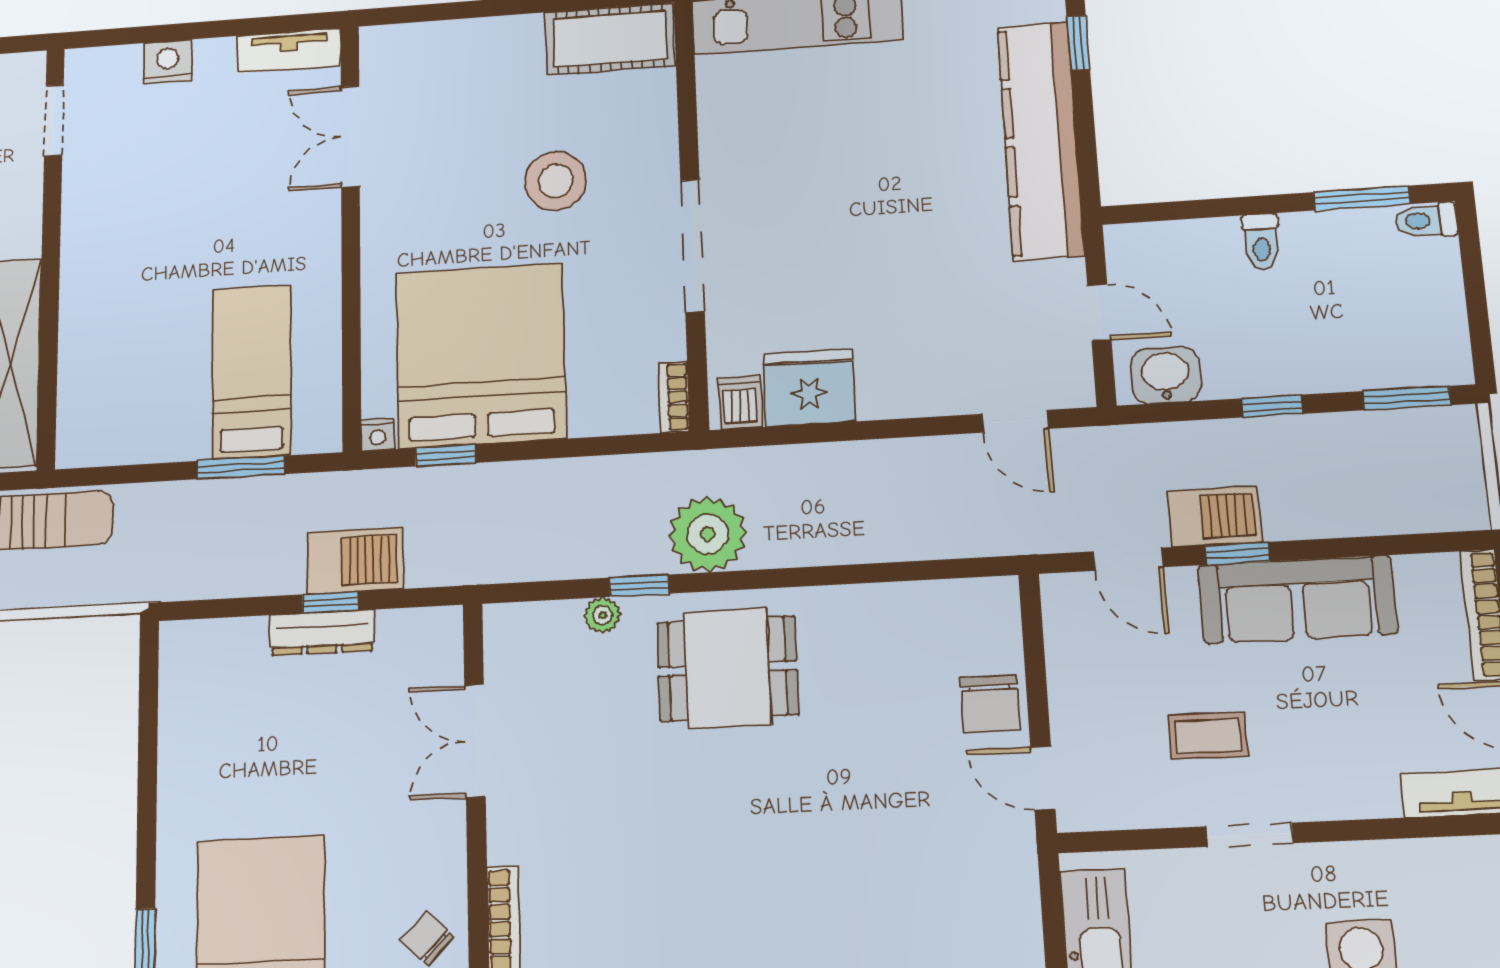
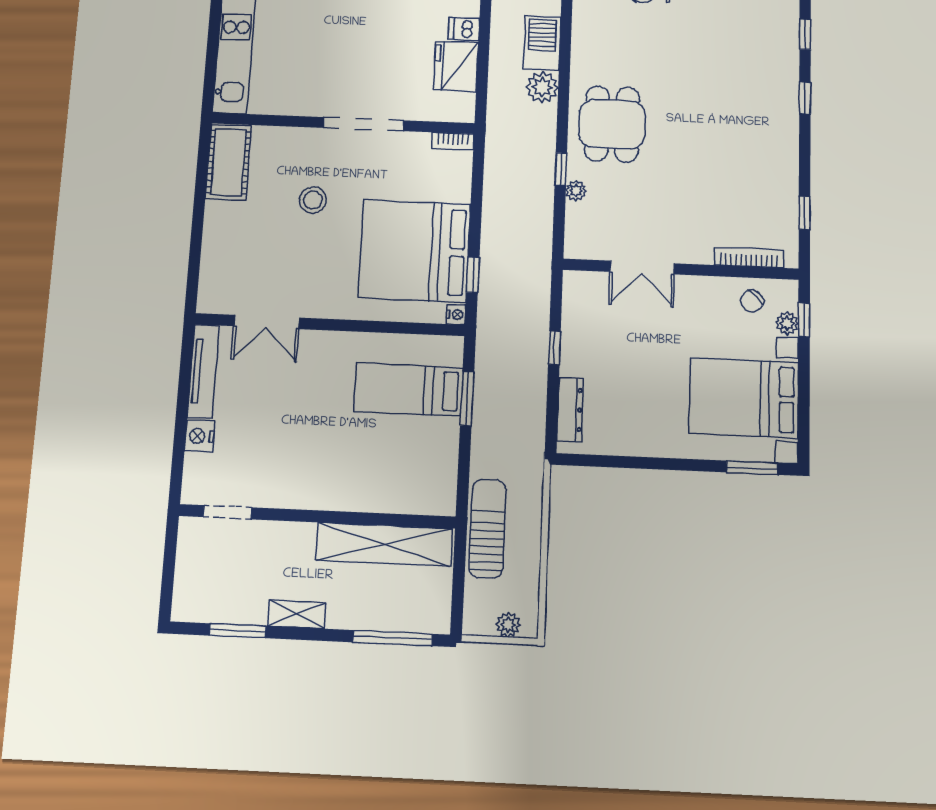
tv unit: (289, 51) -> (203, 371), width x1.41
stool: (556, 181) -> (313, 200), width x0.73, depth x0.73
dishwasher: (740, 402) -> (464, 29), moved
plant: (708, 534) -> (542, 87), moved, width x0.73, depth x0.73
barbecue: (355, 561) -> (542, 43), moved
dresser: (322, 633) -> (570, 410), moved

